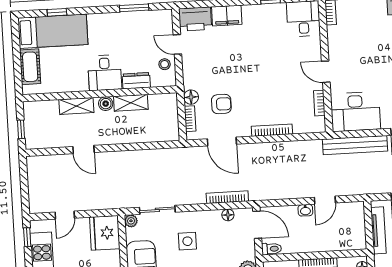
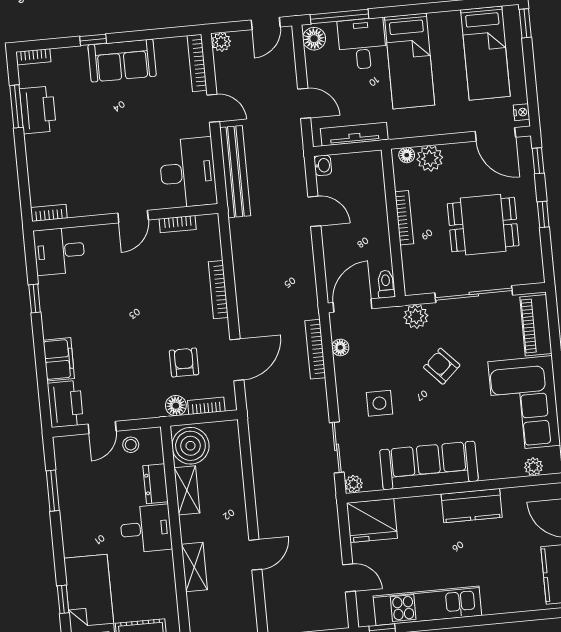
boiler: (106, 104) -> (190, 446), moved, width x1.86, depth x1.86
washbasin: (305, 210) -> (323, 165), moved

